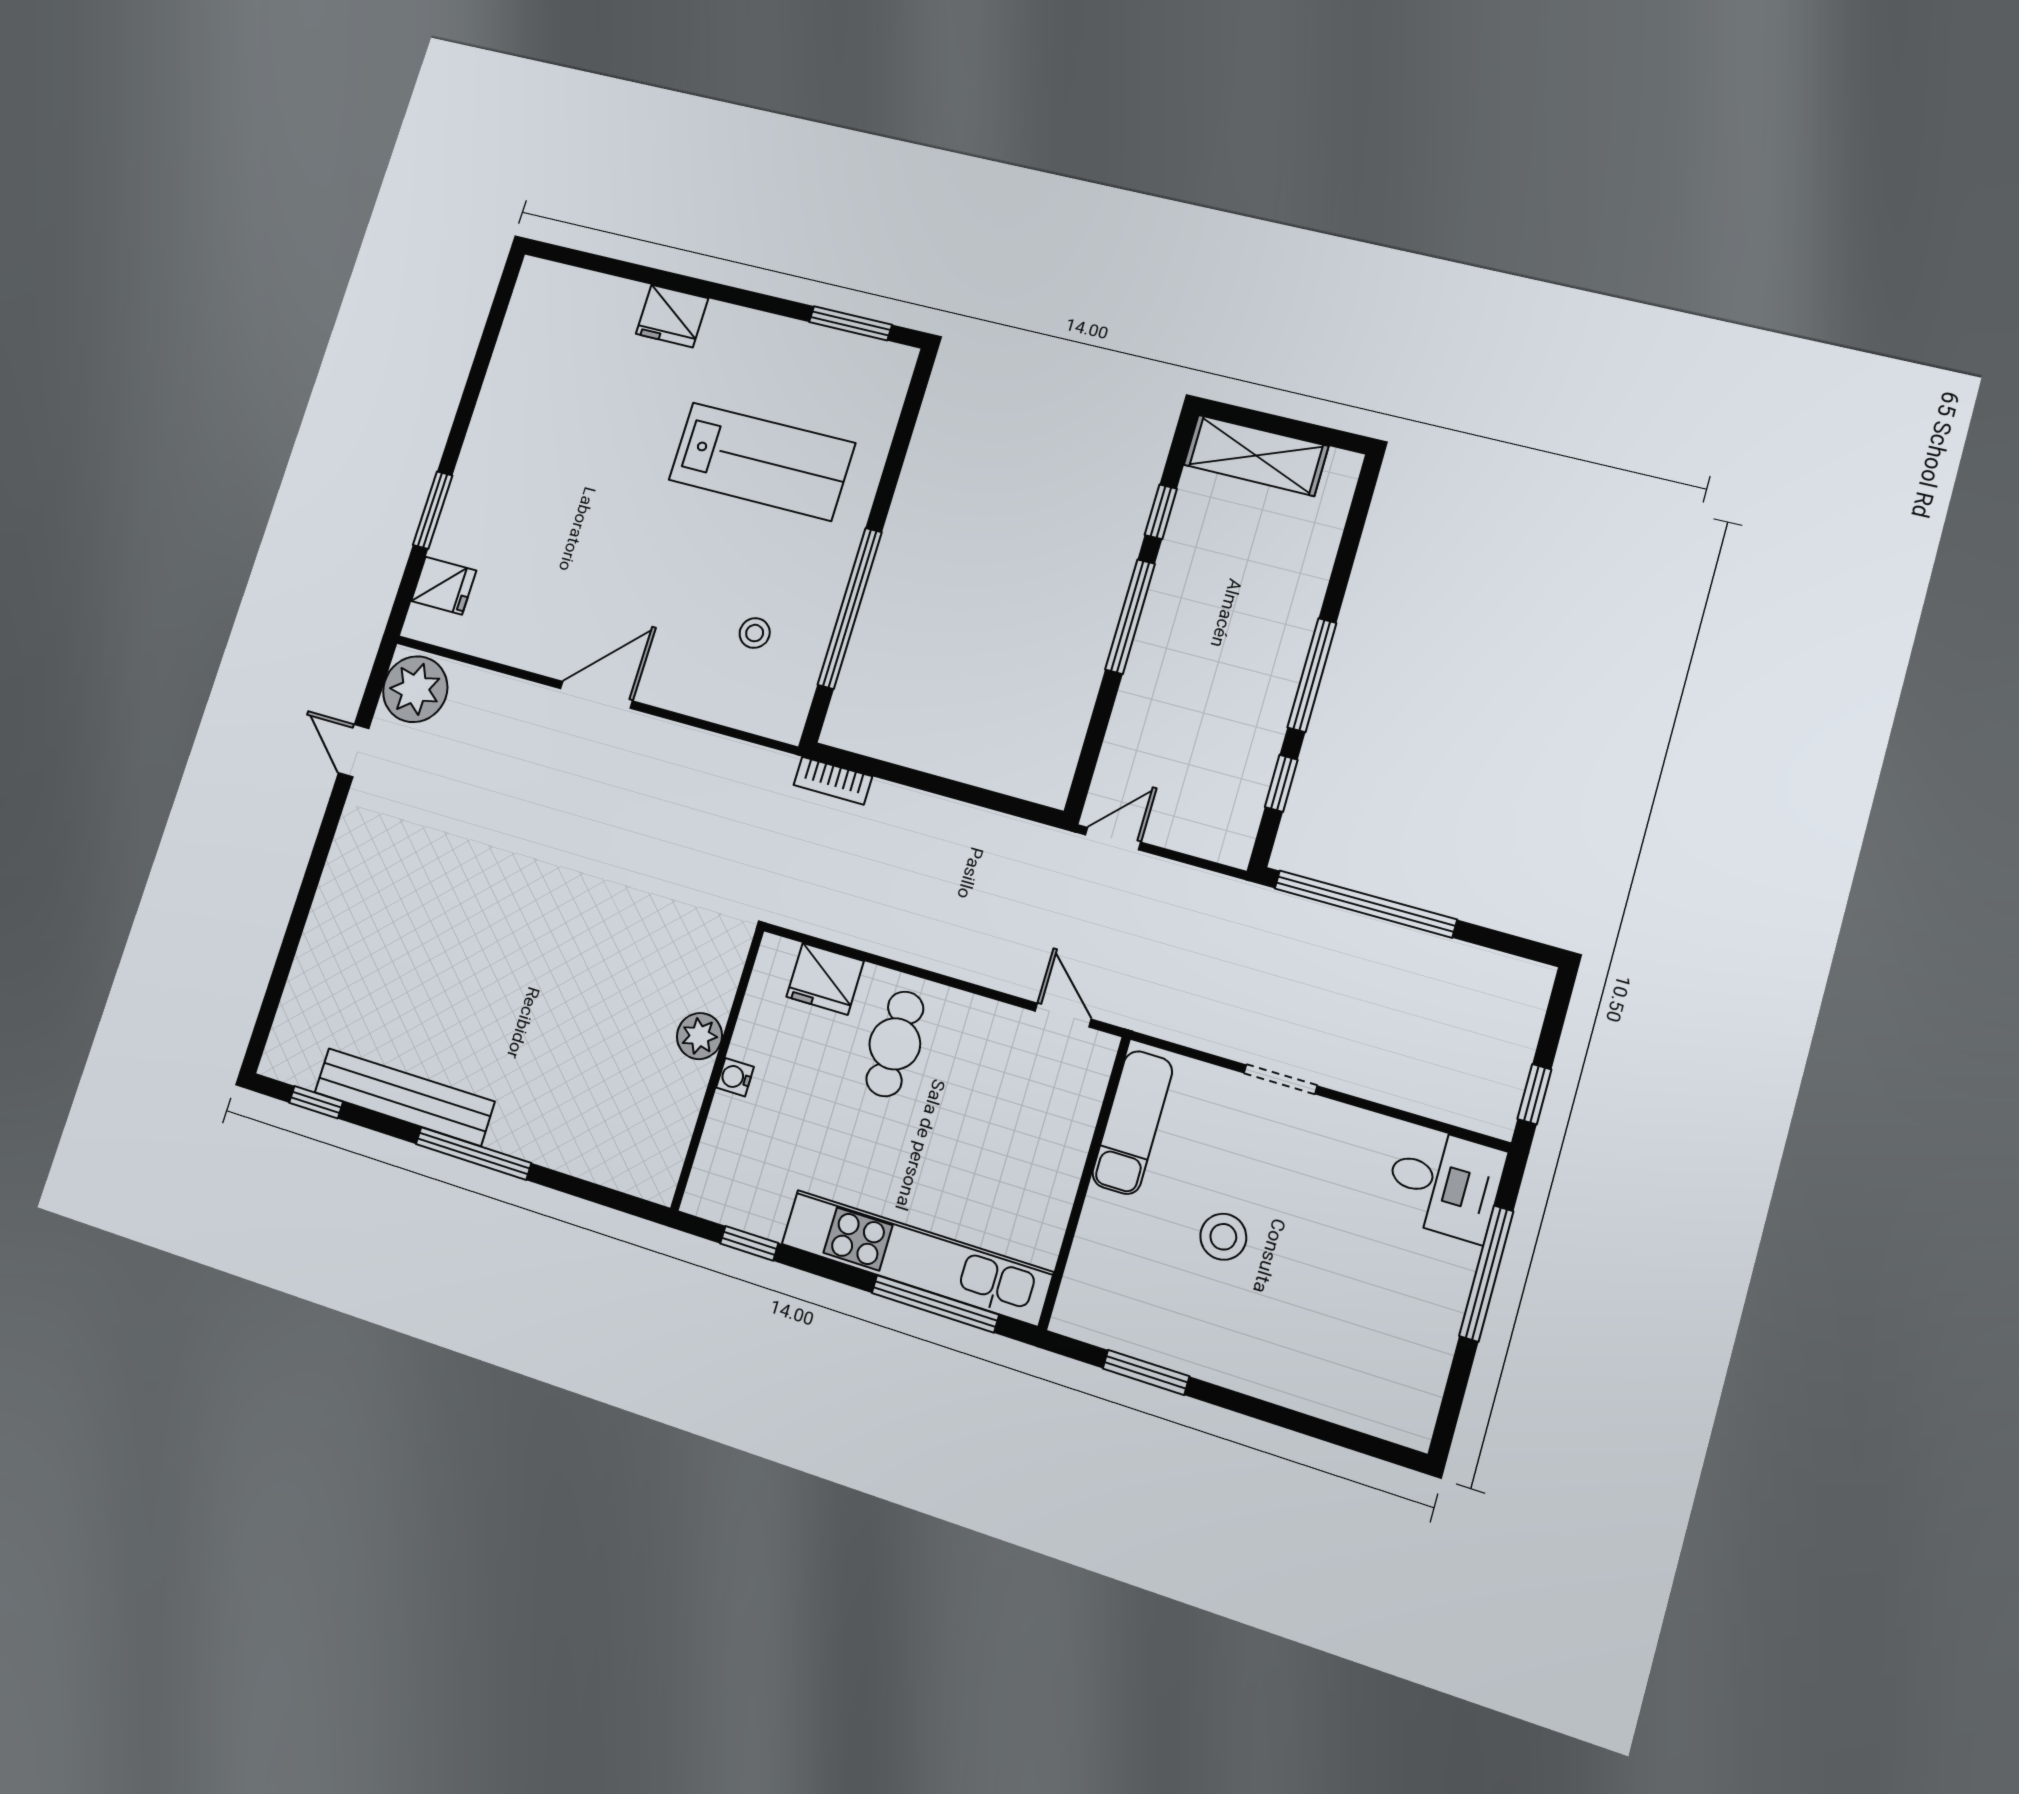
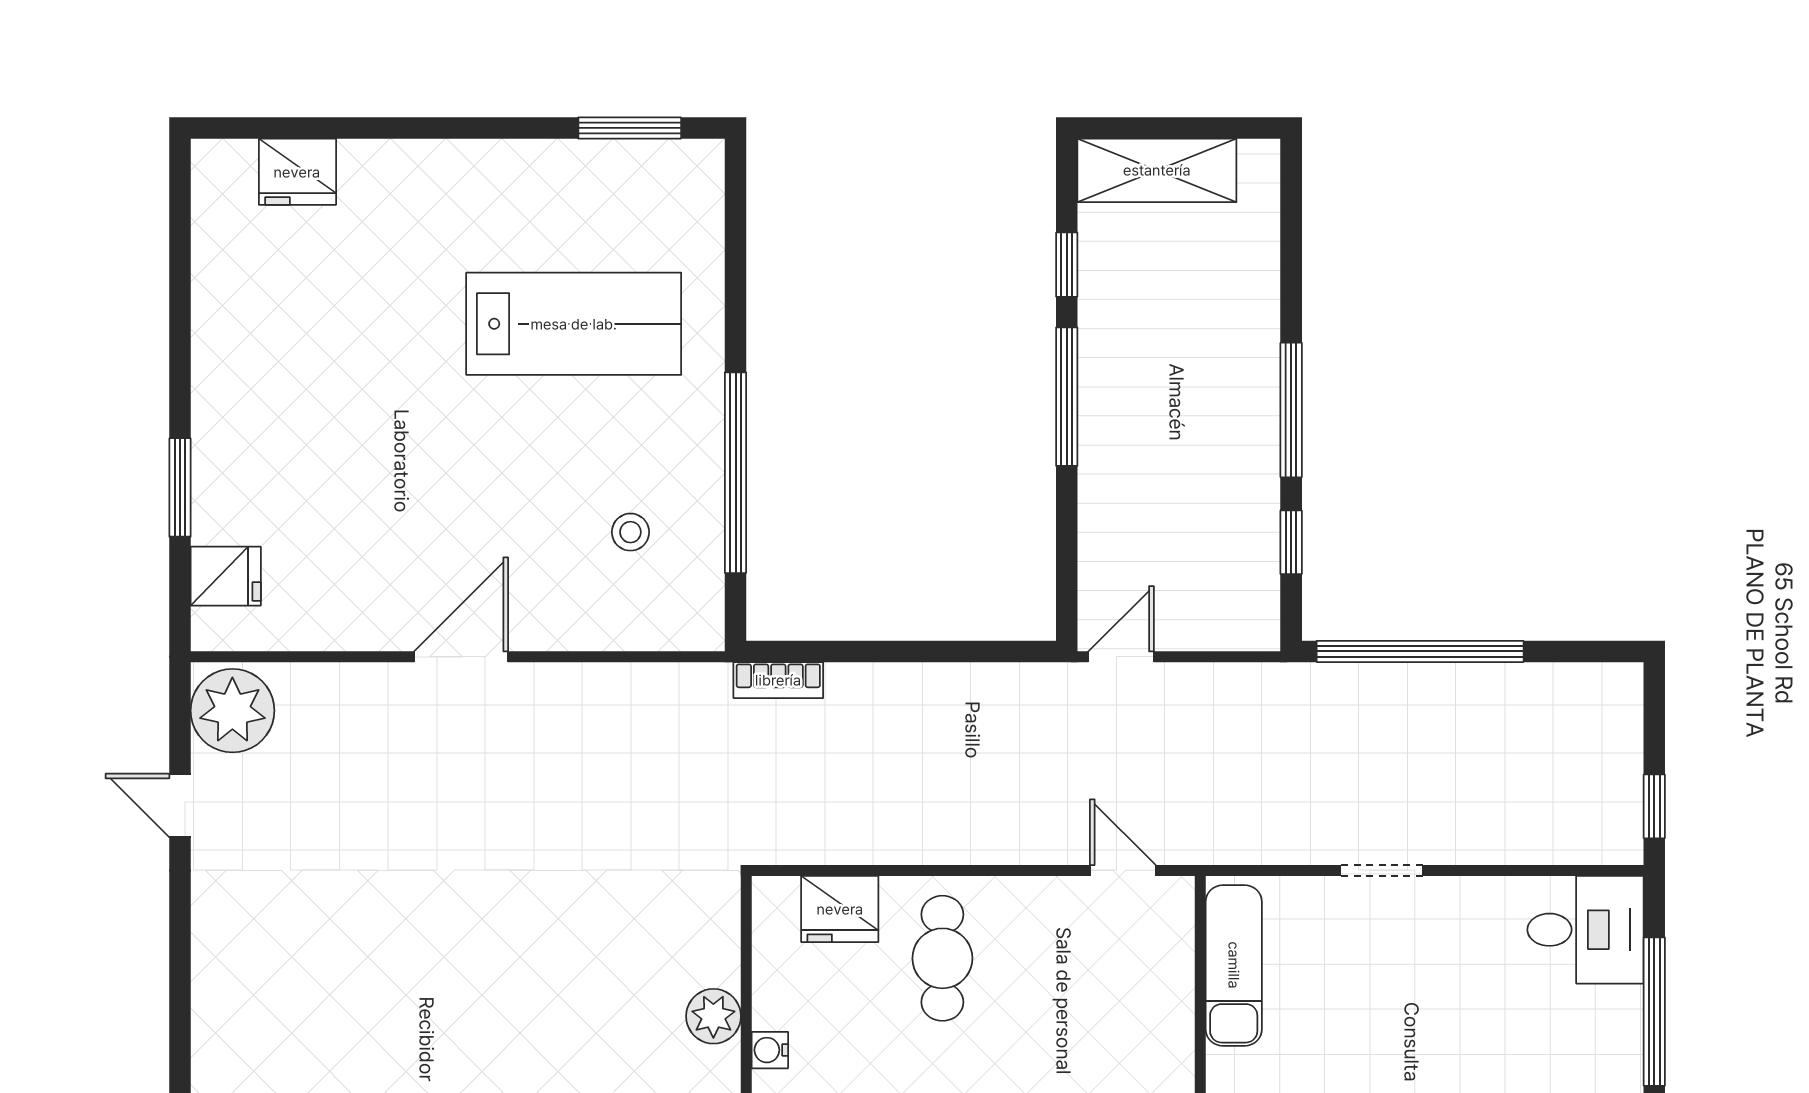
fridge: (672, 316) -> (297, 172), moved
stool: (1223, 1237) -> (1367, 1059), removed

